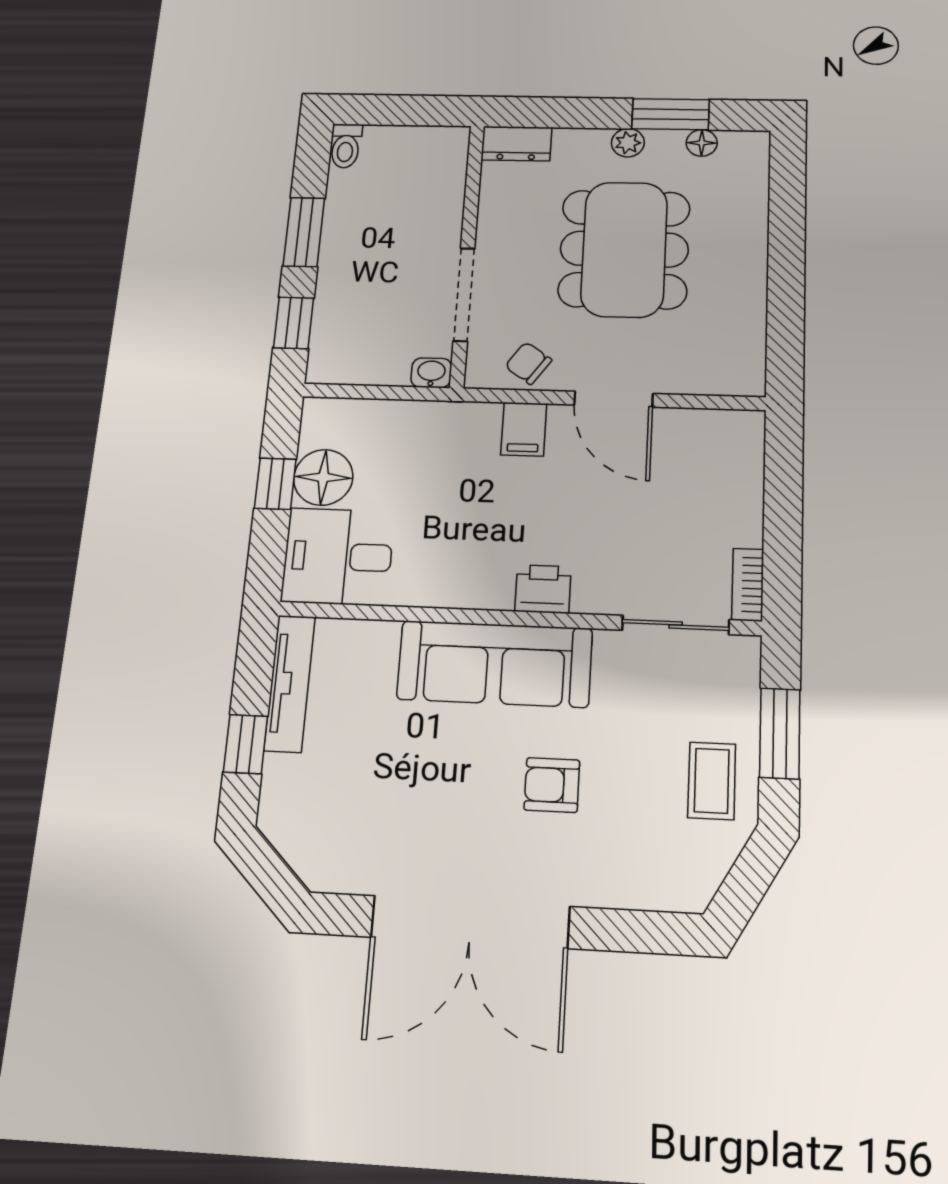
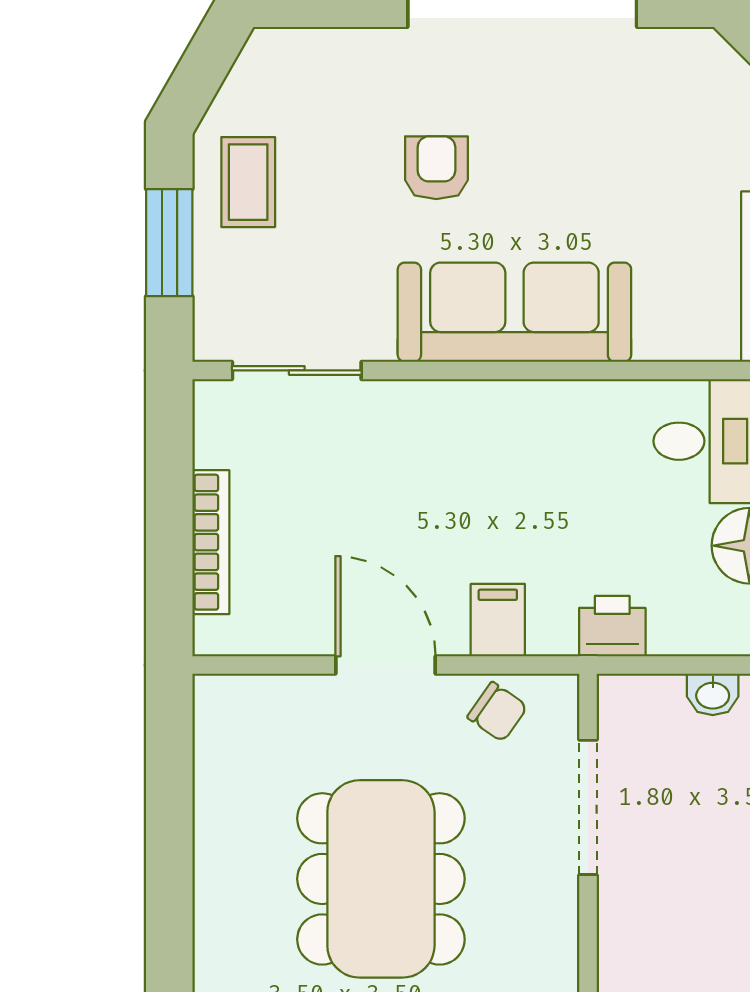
washbasin: (431, 373) -> (713, 694), moved
bookcase: (748, 585) -> (211, 542), moved, width x1.56
printer: (543, 589) -> (612, 626), moved, turned 180
armchair: (552, 785) -> (436, 168), turned -90

